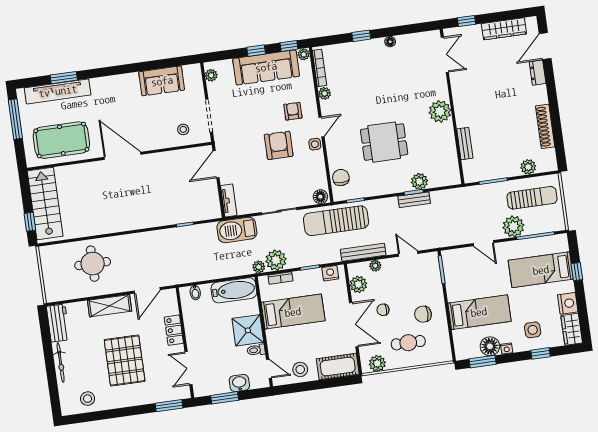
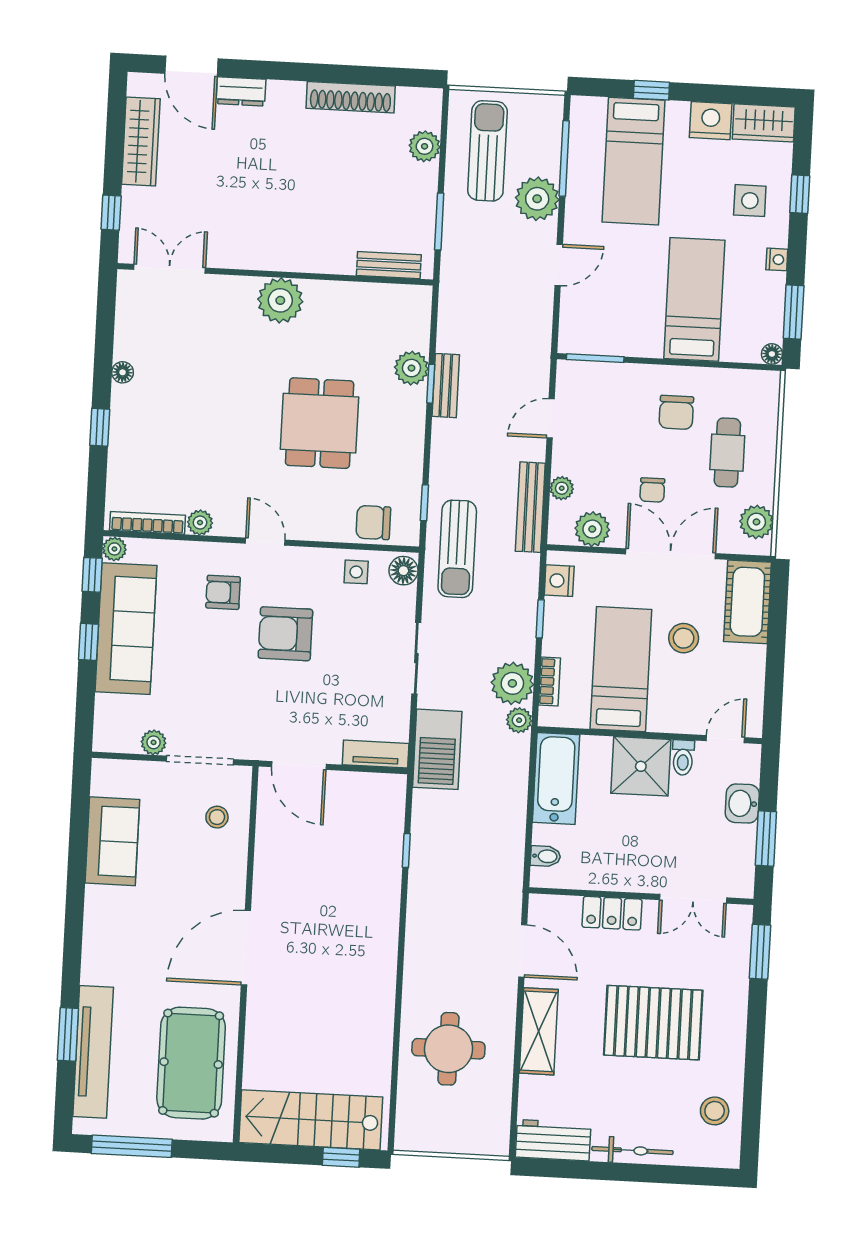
plant: (211, 75) -> (154, 742), moved
side table: (315, 144) -> (356, 572), moved
bench: (465, 144) -> (389, 265), moved
sun lounger: (336, 221) -> (457, 549), width x0.73, depth x0.75
floor lamp: (490, 346) -> (772, 354), moved, width x0.53, depth x0.53
stool: (300, 369) -> (684, 638), moved

